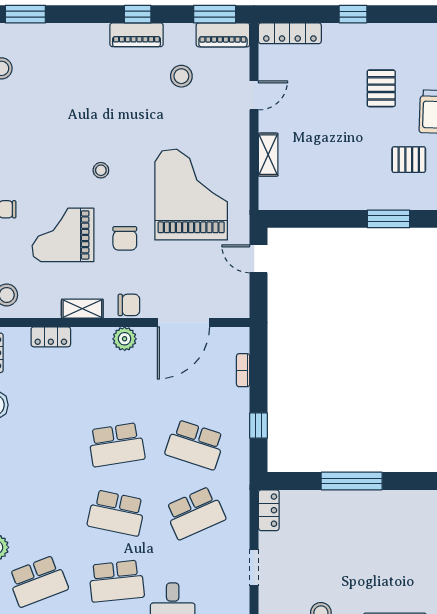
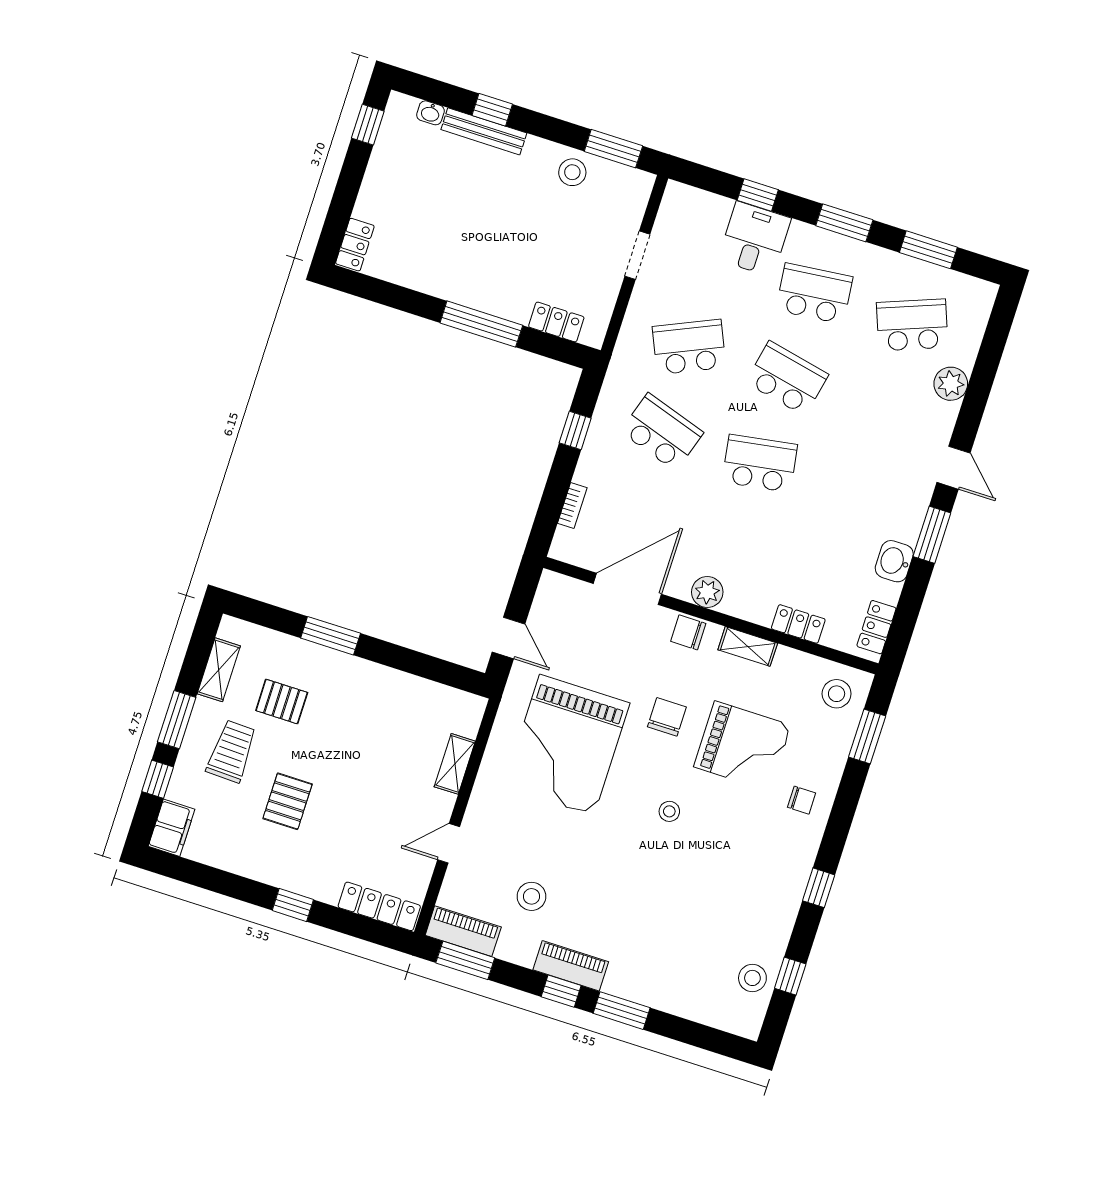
window: (25, 14) -> (622, 1011), moved
locker: (269, 510) -> (556, 322), moved, turned 90

